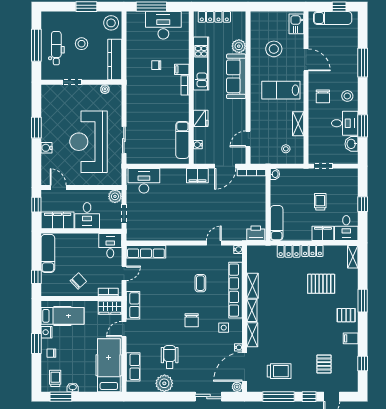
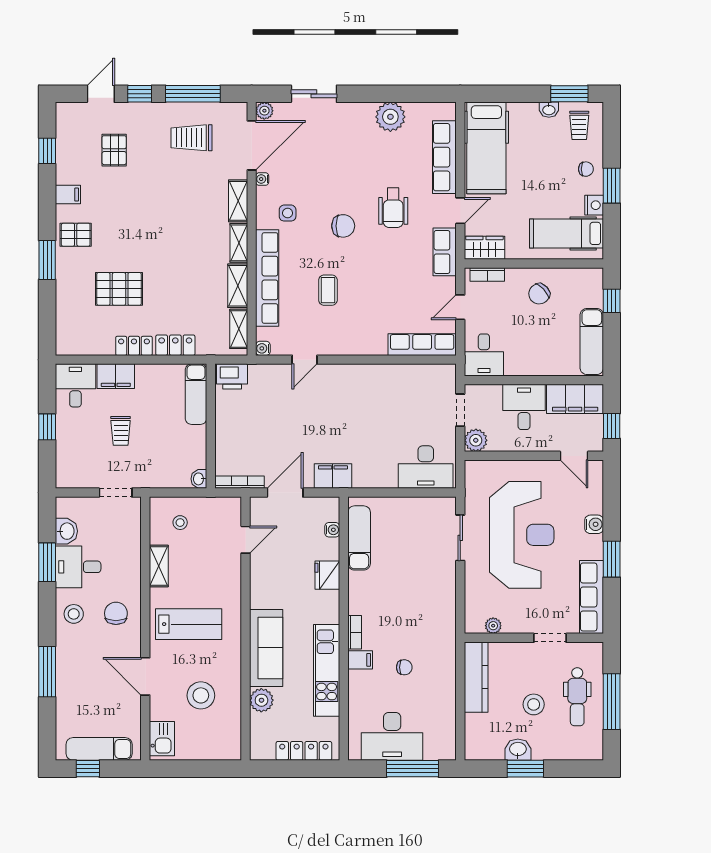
washbasin: (91, 18) -> (518, 750), added
stool: (111, 23) -> (482, 740), removed
row of seats: (48, 106) -> (592, 597), added
shelving: (353, 257) -> (239, 329), moved
chair: (192, 320) -> (343, 226), turned 90
wheelchair: (170, 357) -> (393, 208), moved
row of seats: (133, 367) -> (444, 157), width x1.48

